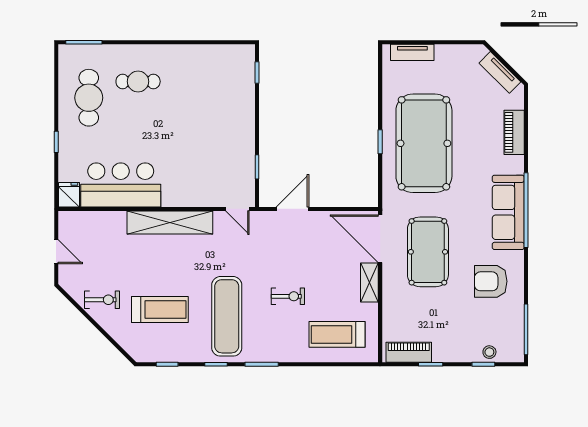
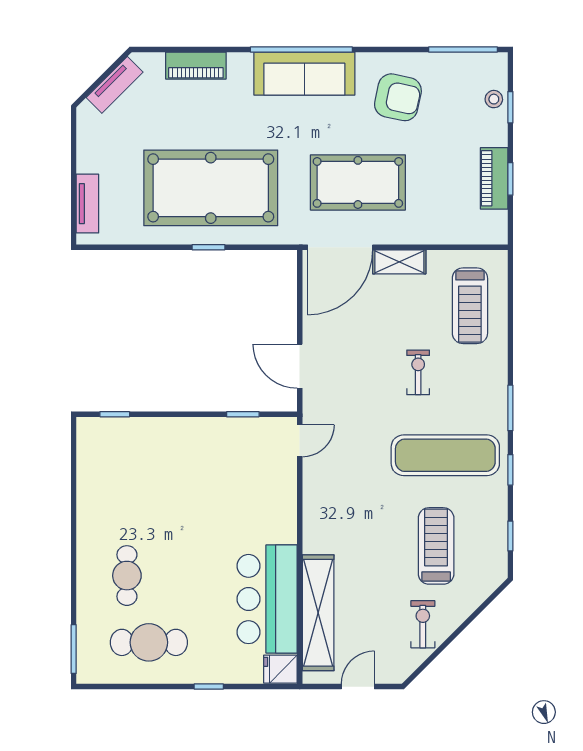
shelving: (170, 222) -> (318, 613), moved
armchair: (491, 281) -> (398, 97), turned -78
piano: (409, 352) -> (494, 178), moved

